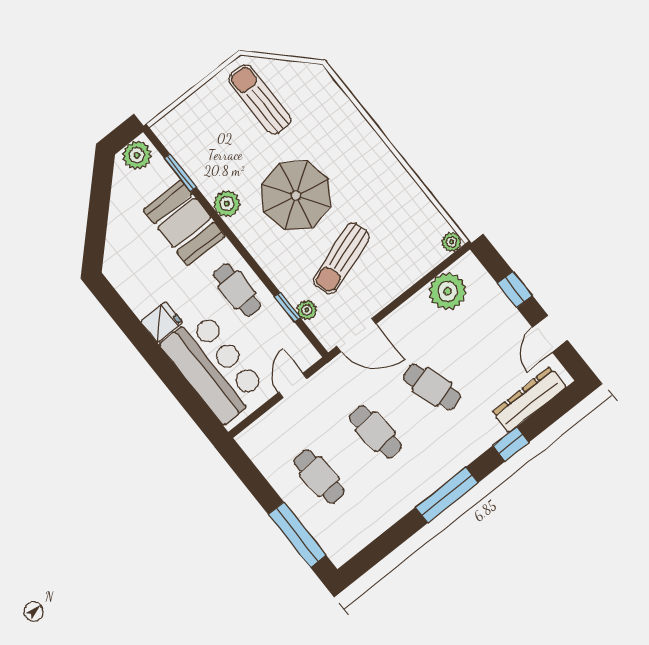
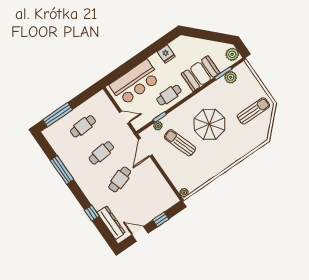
plant: (227, 204) -> (231, 77), moved
plant: (448, 291) -> (162, 189), removed
fridge: (162, 322) -> (166, 54), moved
window: (447, 495) -> (62, 170), moved

